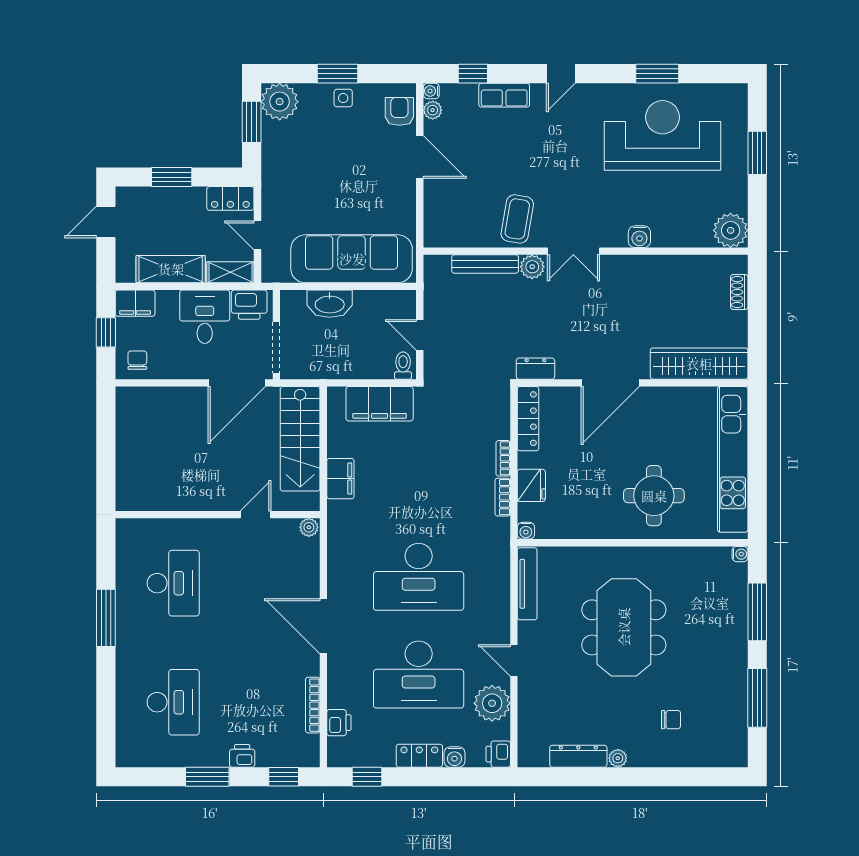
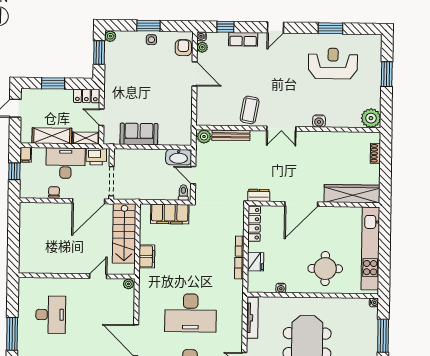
plant: (280, 102) -> (110, 36), width x0.53, depth x0.53
reception desk: (662, 135) -> (333, 64), width x0.74, depth x0.77
sofa: (352, 259) -> (139, 134), width x0.54, depth x0.79
plant: (532, 267) -> (204, 137), moved
filing cabinet: (135, 303) -> (26, 155), width x0.50
washbasin: (330, 304) -> (179, 157), moved
desk: (205, 317) -> (66, 163), width x1.37
chair: (137, 360) -> (54, 192), moved
water cooler: (526, 531) -> (281, 288), moved

